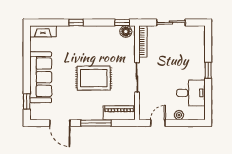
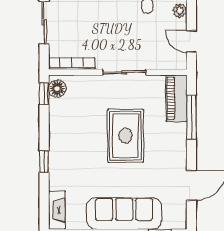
window: (96, 123) -> (191, 117), moved

